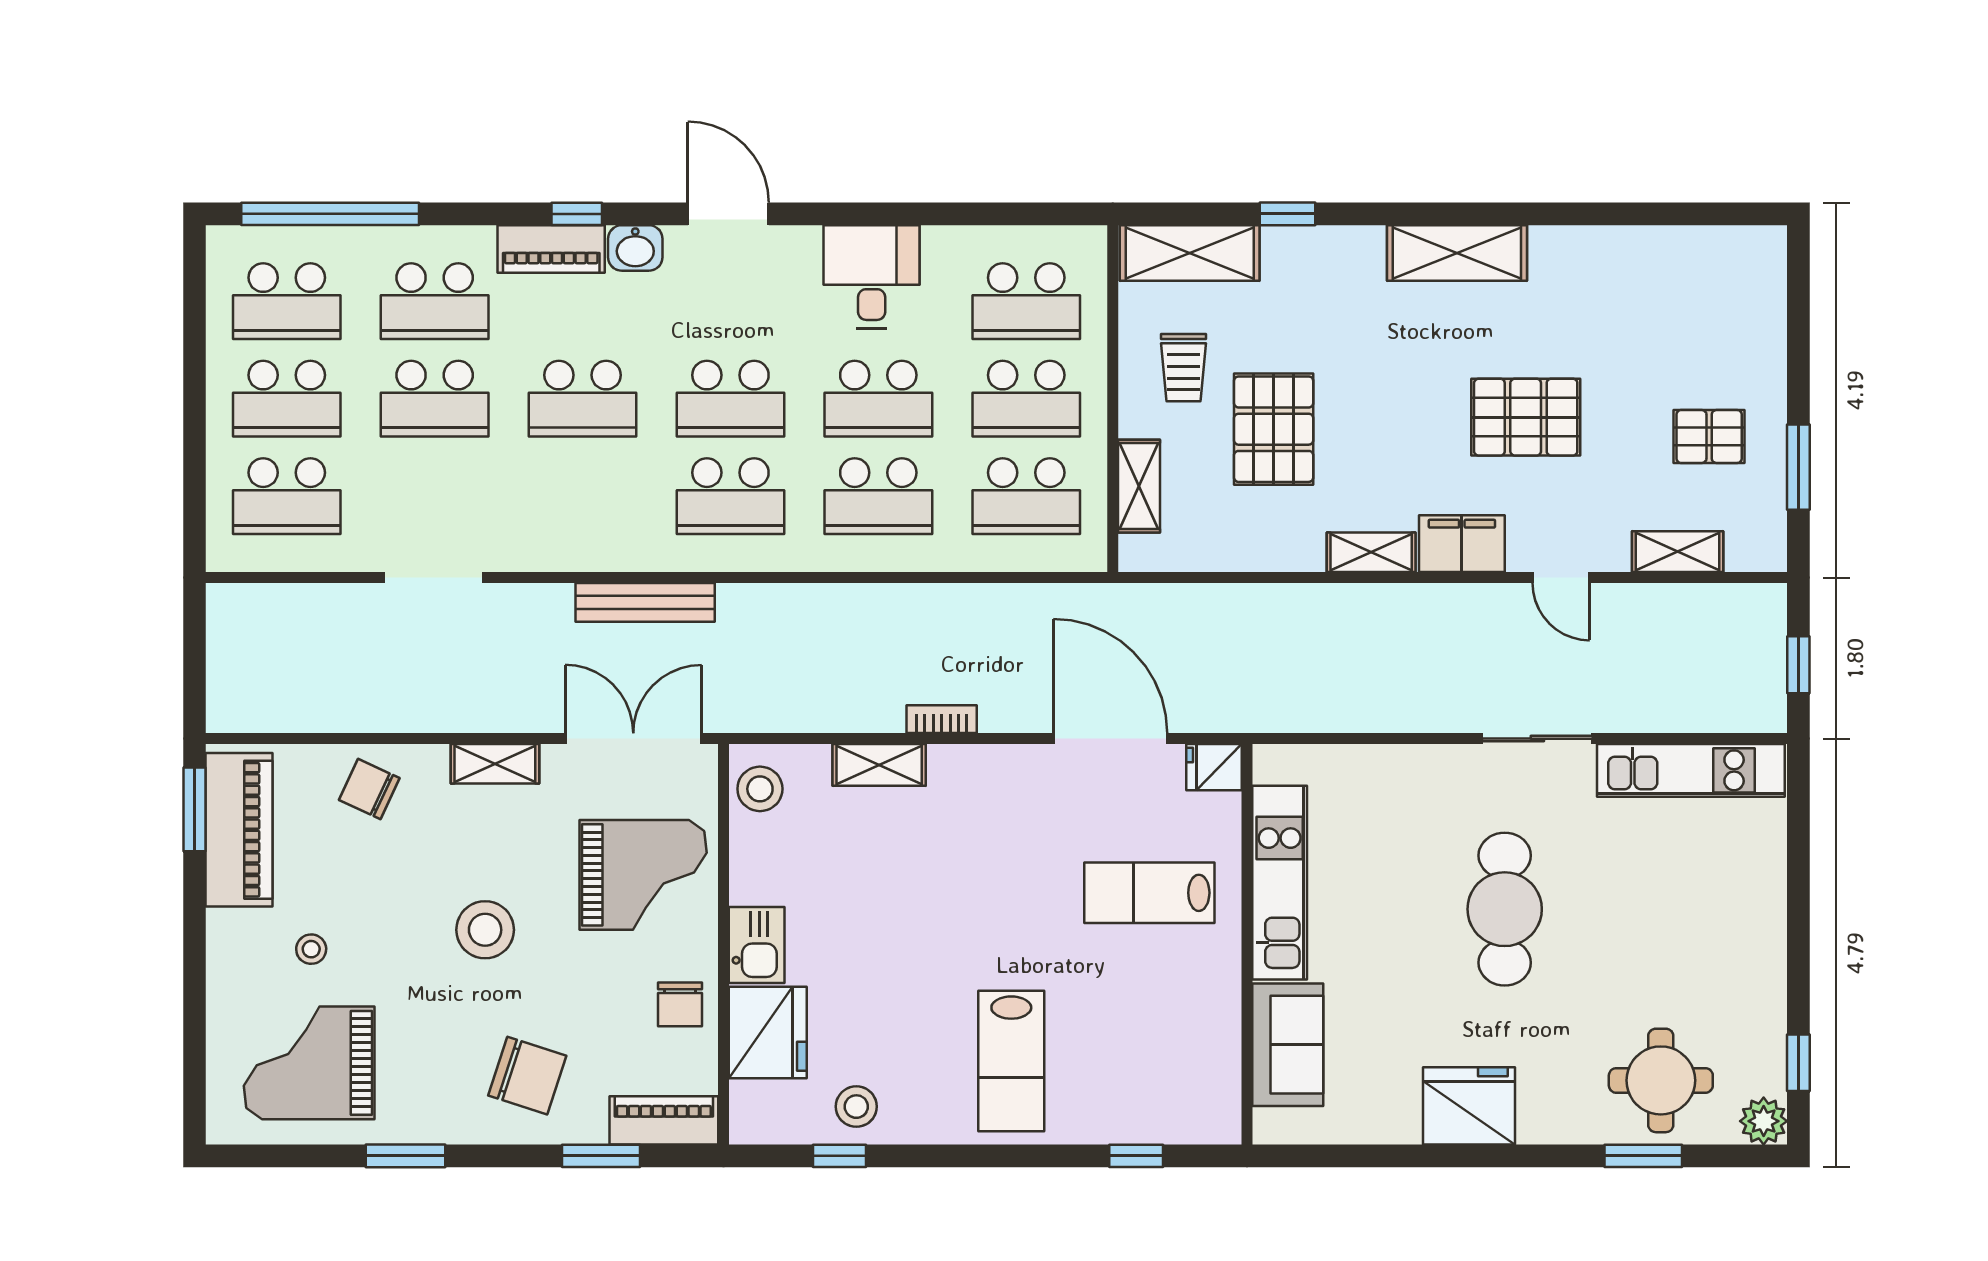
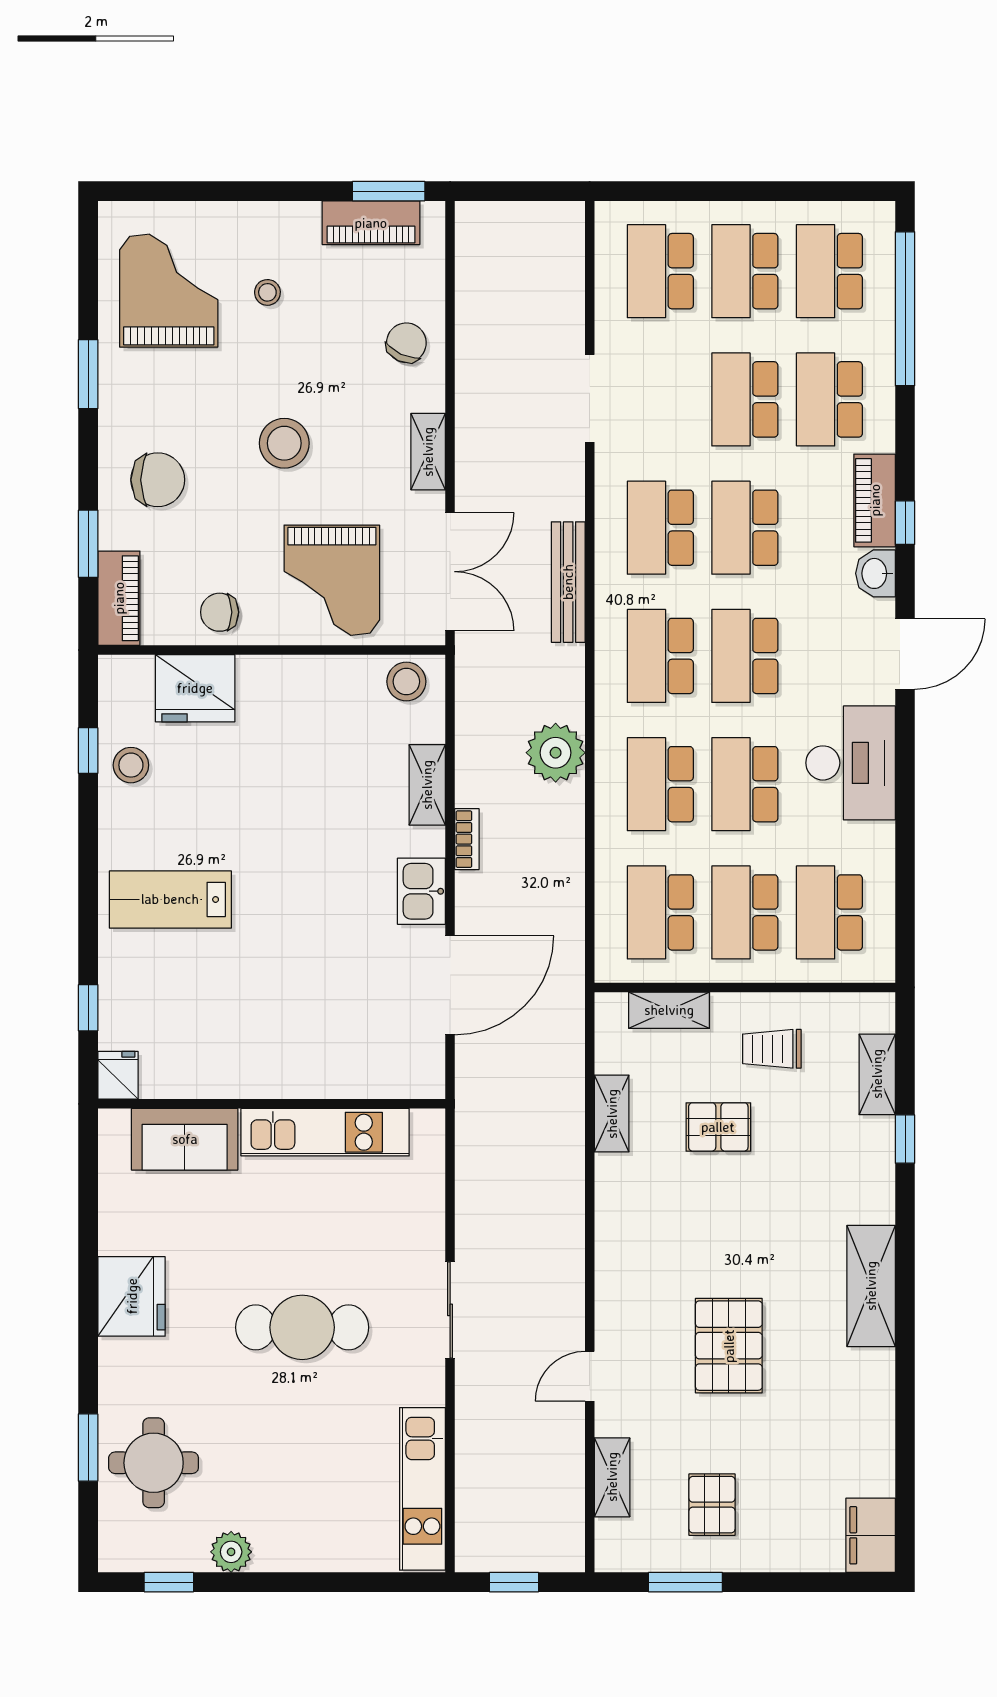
shelving: (1190, 253) -> (877, 1074), width x0.67, depth x0.75
desk: (872, 277) -> (851, 763), width x1.37
pallet: (1274, 429) -> (718, 1127), width x0.67, depth x0.71
school desk: (583, 496) -> (660, 528), added
filing cabinet: (1462, 544) -> (871, 1535), moved, turned 180
shelving: (1371, 552) -> (612, 1114), moved
plant: (842, 617) -> (556, 753), added
sliding door: (1537, 739) -> (450, 1310), moved
fridge: (1214, 767) -> (118, 1075), moved
piano: (239, 830) -> (371, 223), width x0.73, depth x0.75
lab bench: (1149, 893) -> (316, 1019), removed
kitchen sink: (757, 945) -> (421, 891), moved, turned 90
chair: (527, 1076) -> (158, 480), turned -108
plant: (1764, 1121) -> (231, 1552), moved

